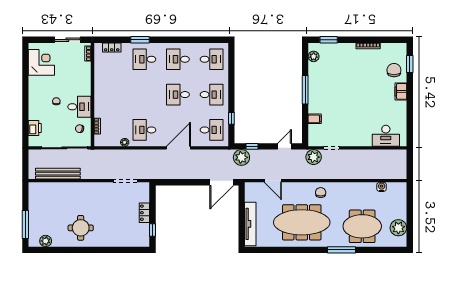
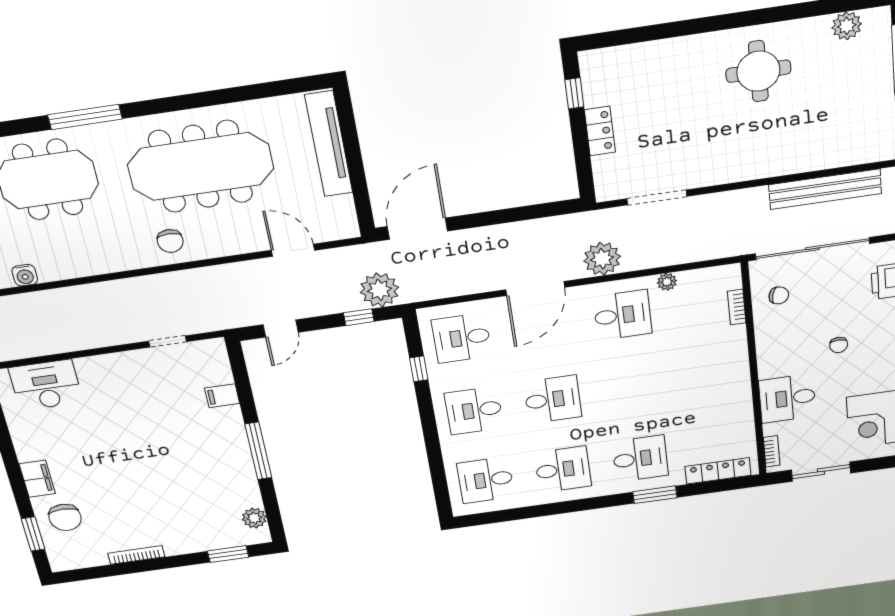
locker: (112, 47) -> (718, 471), width x1.53
desk: (79, 107) -> (787, 398), moved
plant: (314, 157) -> (602, 259), moved

